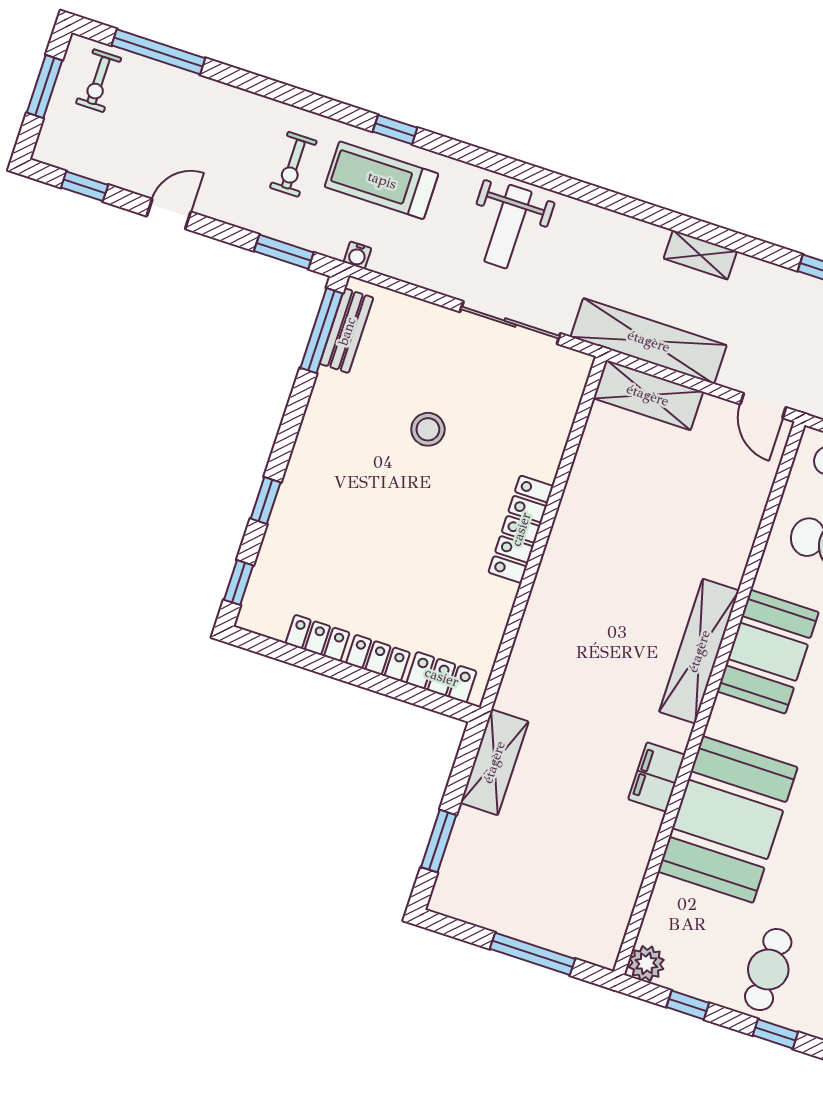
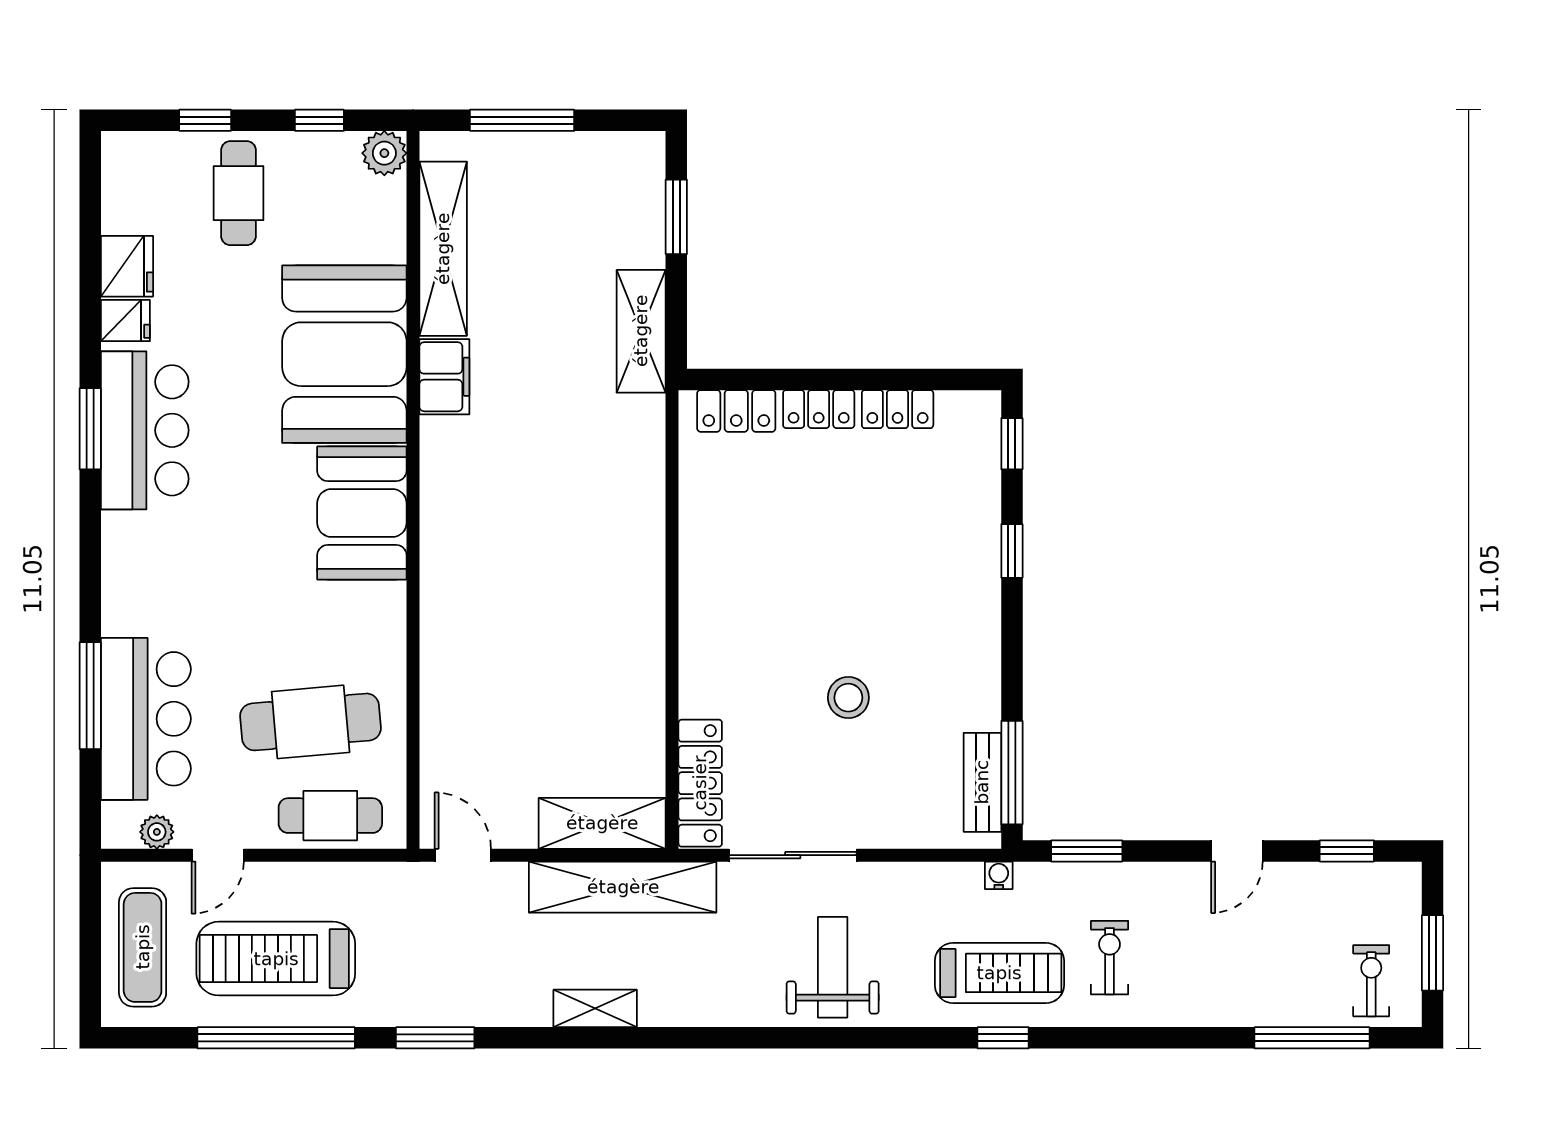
locker: (521, 529) -> (700, 783), moved
shelving: (699, 651) -> (443, 249), moved
booth: (768, 652) -> (362, 513), moved

